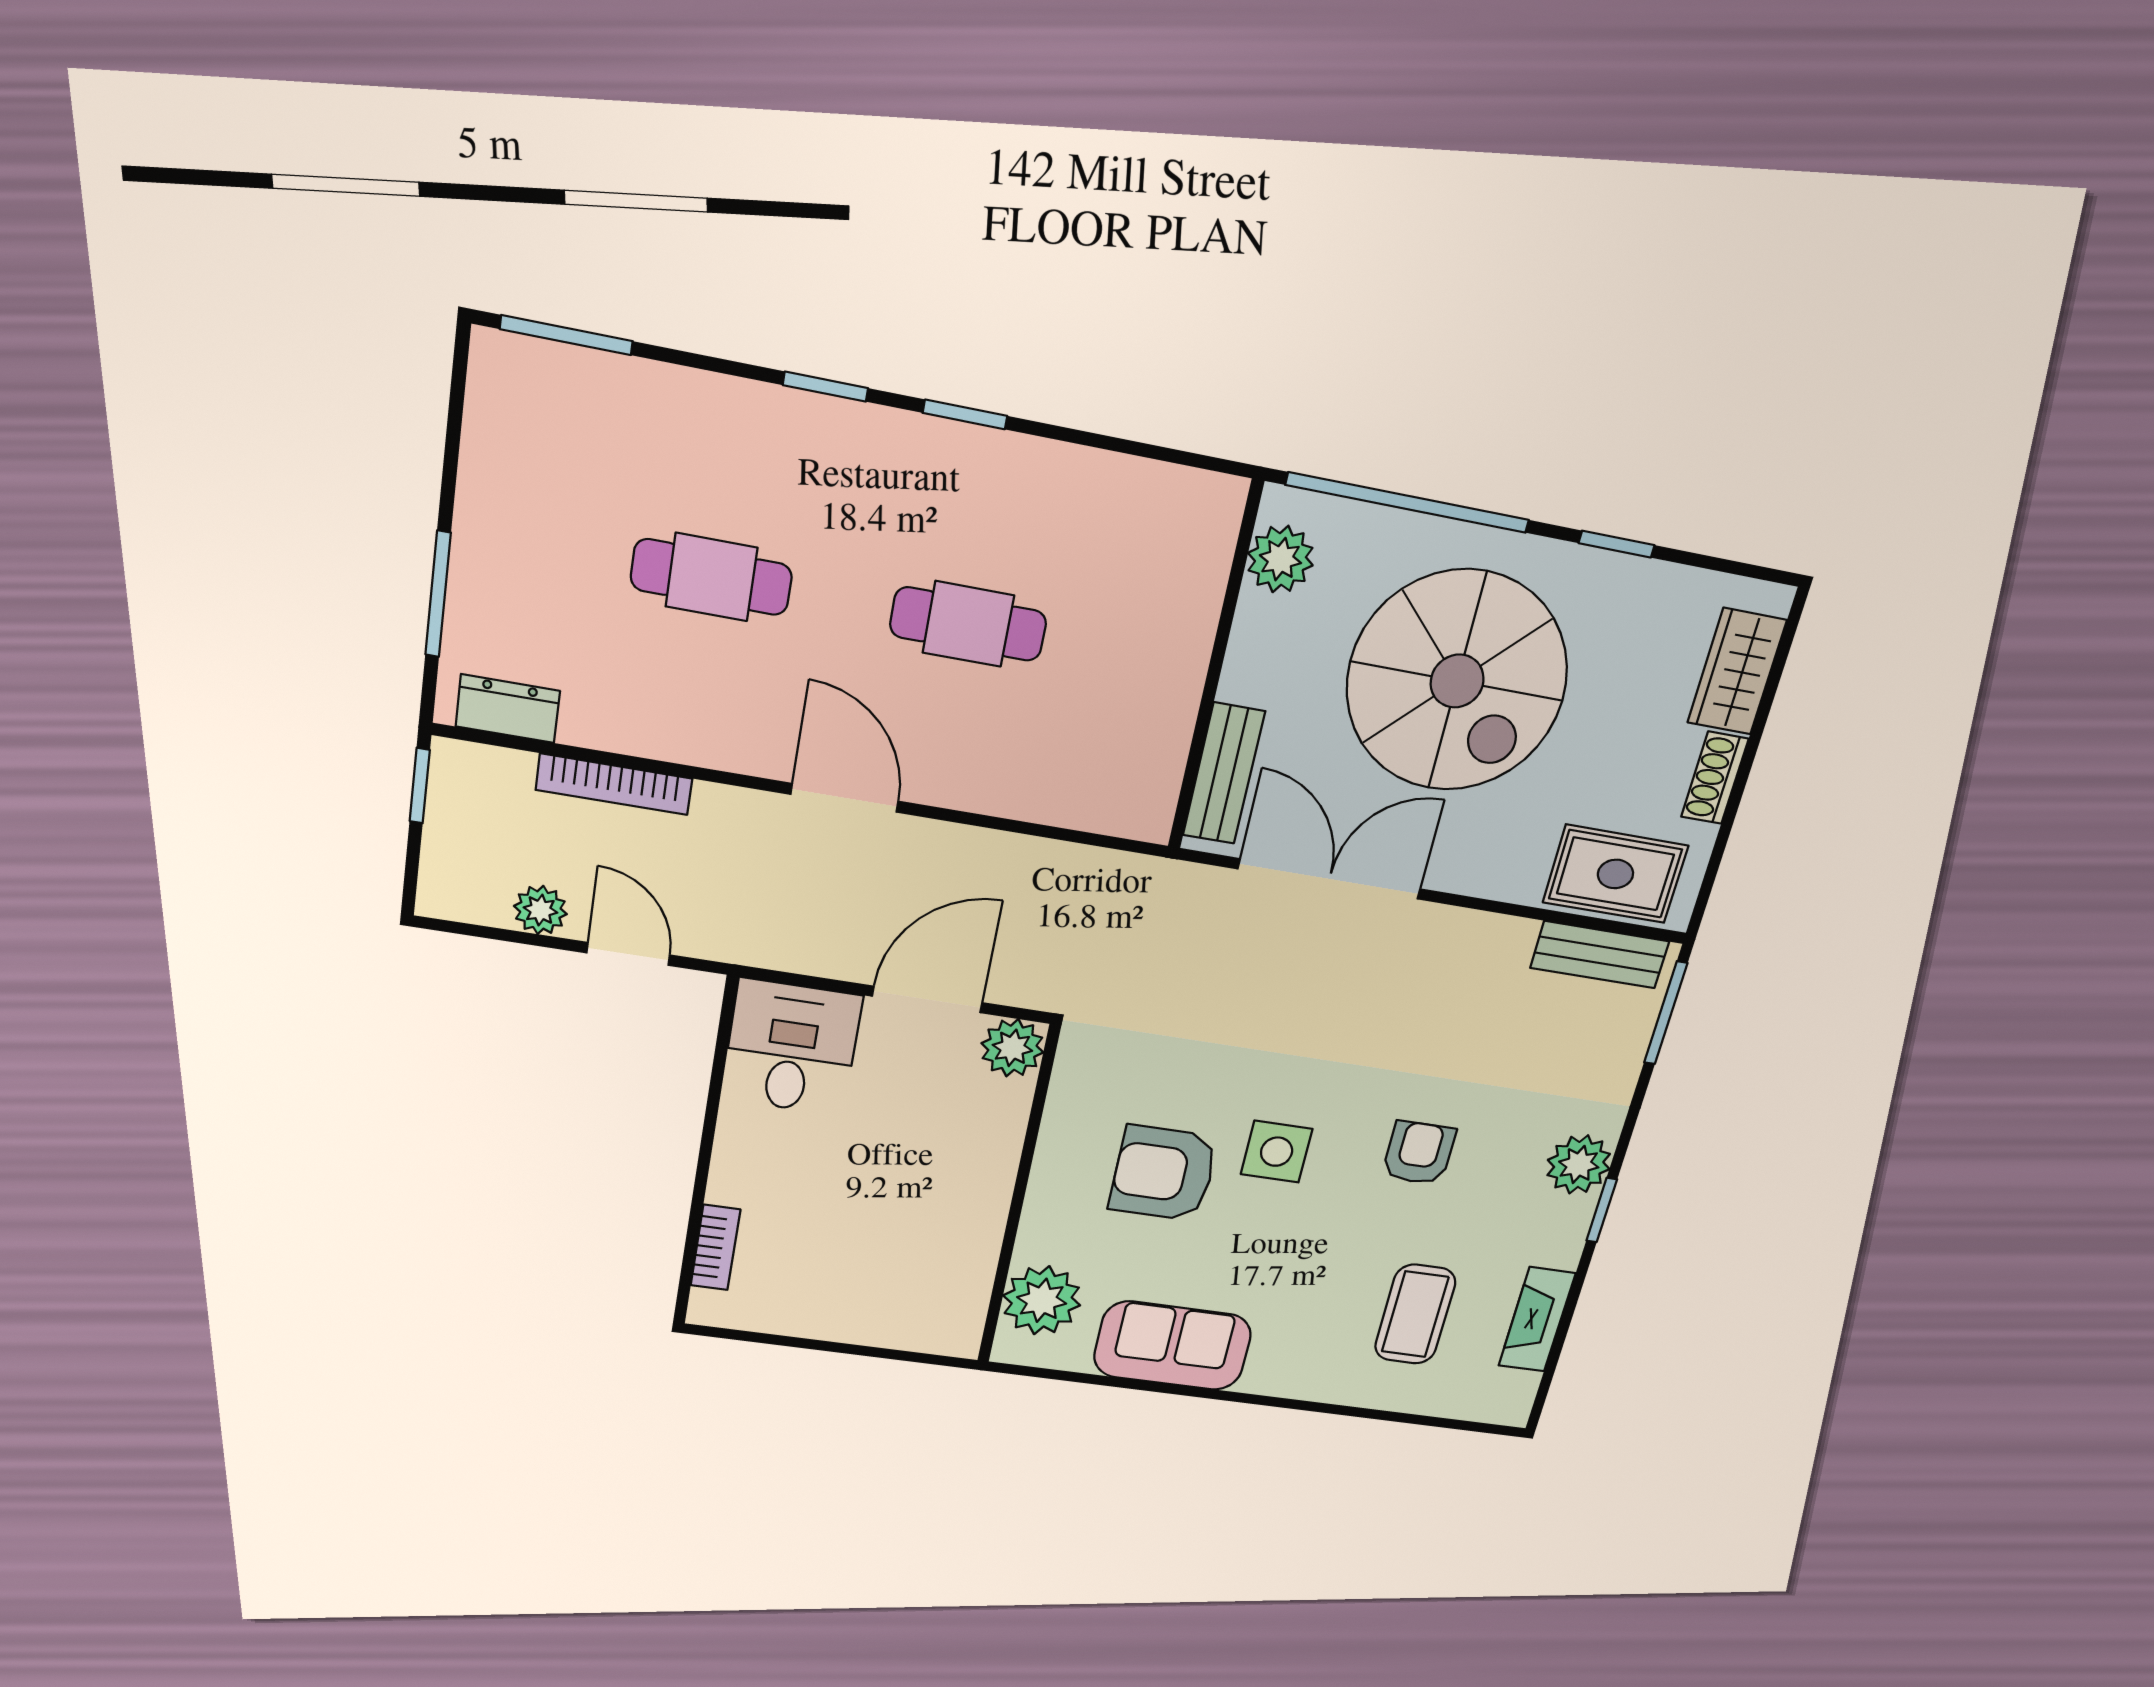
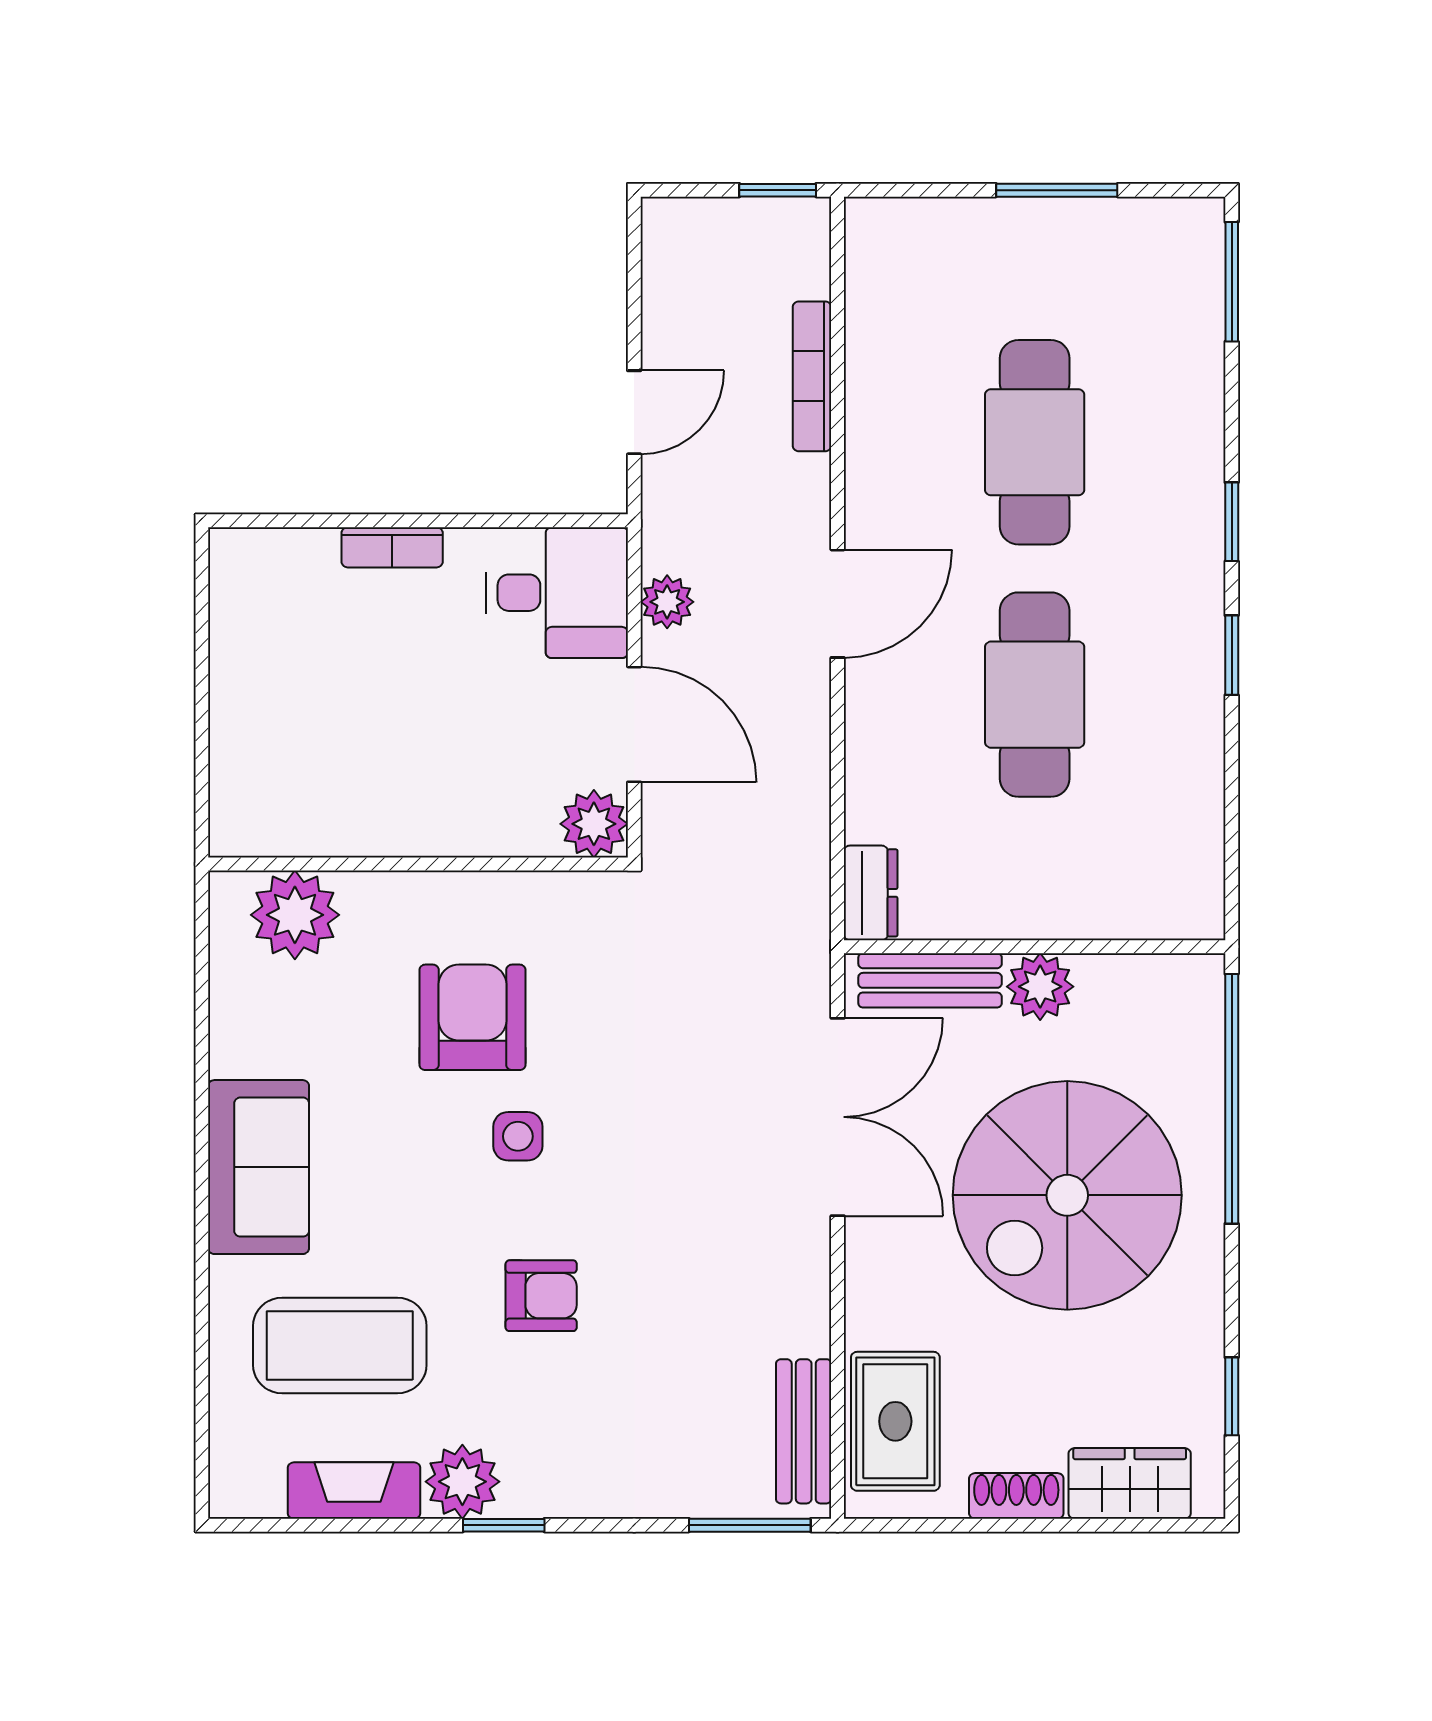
window: (1617, 544) -> (1232, 1396), moved
plant: (1280, 559) -> (1040, 987), moved
cafe table: (711, 577) -> (1035, 442), width x1.37, depth x1.35
window: (438, 594) -> (1057, 190), moved
cafe table: (968, 624) -> (1035, 695), width x1.37, depth x1.35
dresser: (508, 709) -> (871, 893), moved
plant: (540, 910) -> (667, 602), moved
side table: (1277, 1152) -> (518, 1136), width x0.73, depth x0.73
plant: (1579, 1164) -> (462, 1482), moved
bookcase: (715, 1248) -> (392, 547), moved
coffee table: (1415, 1314) -> (340, 1345), width x1.36, depth x1.32
sofa: (1173, 1346) -> (259, 1167), moved

